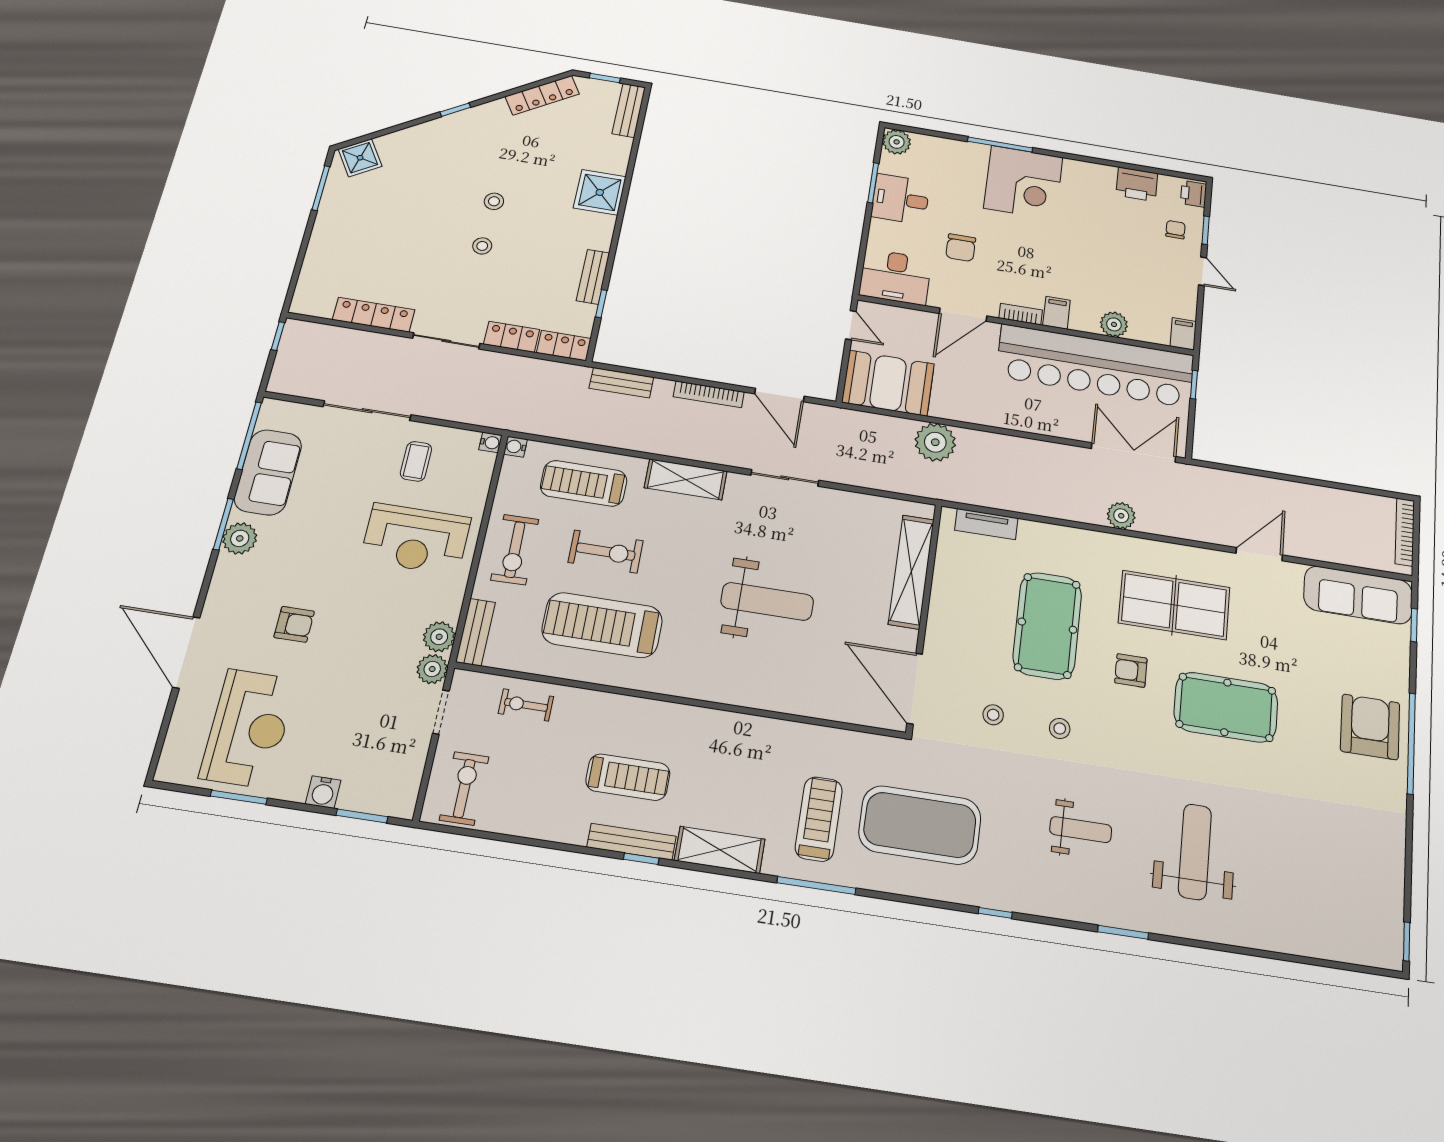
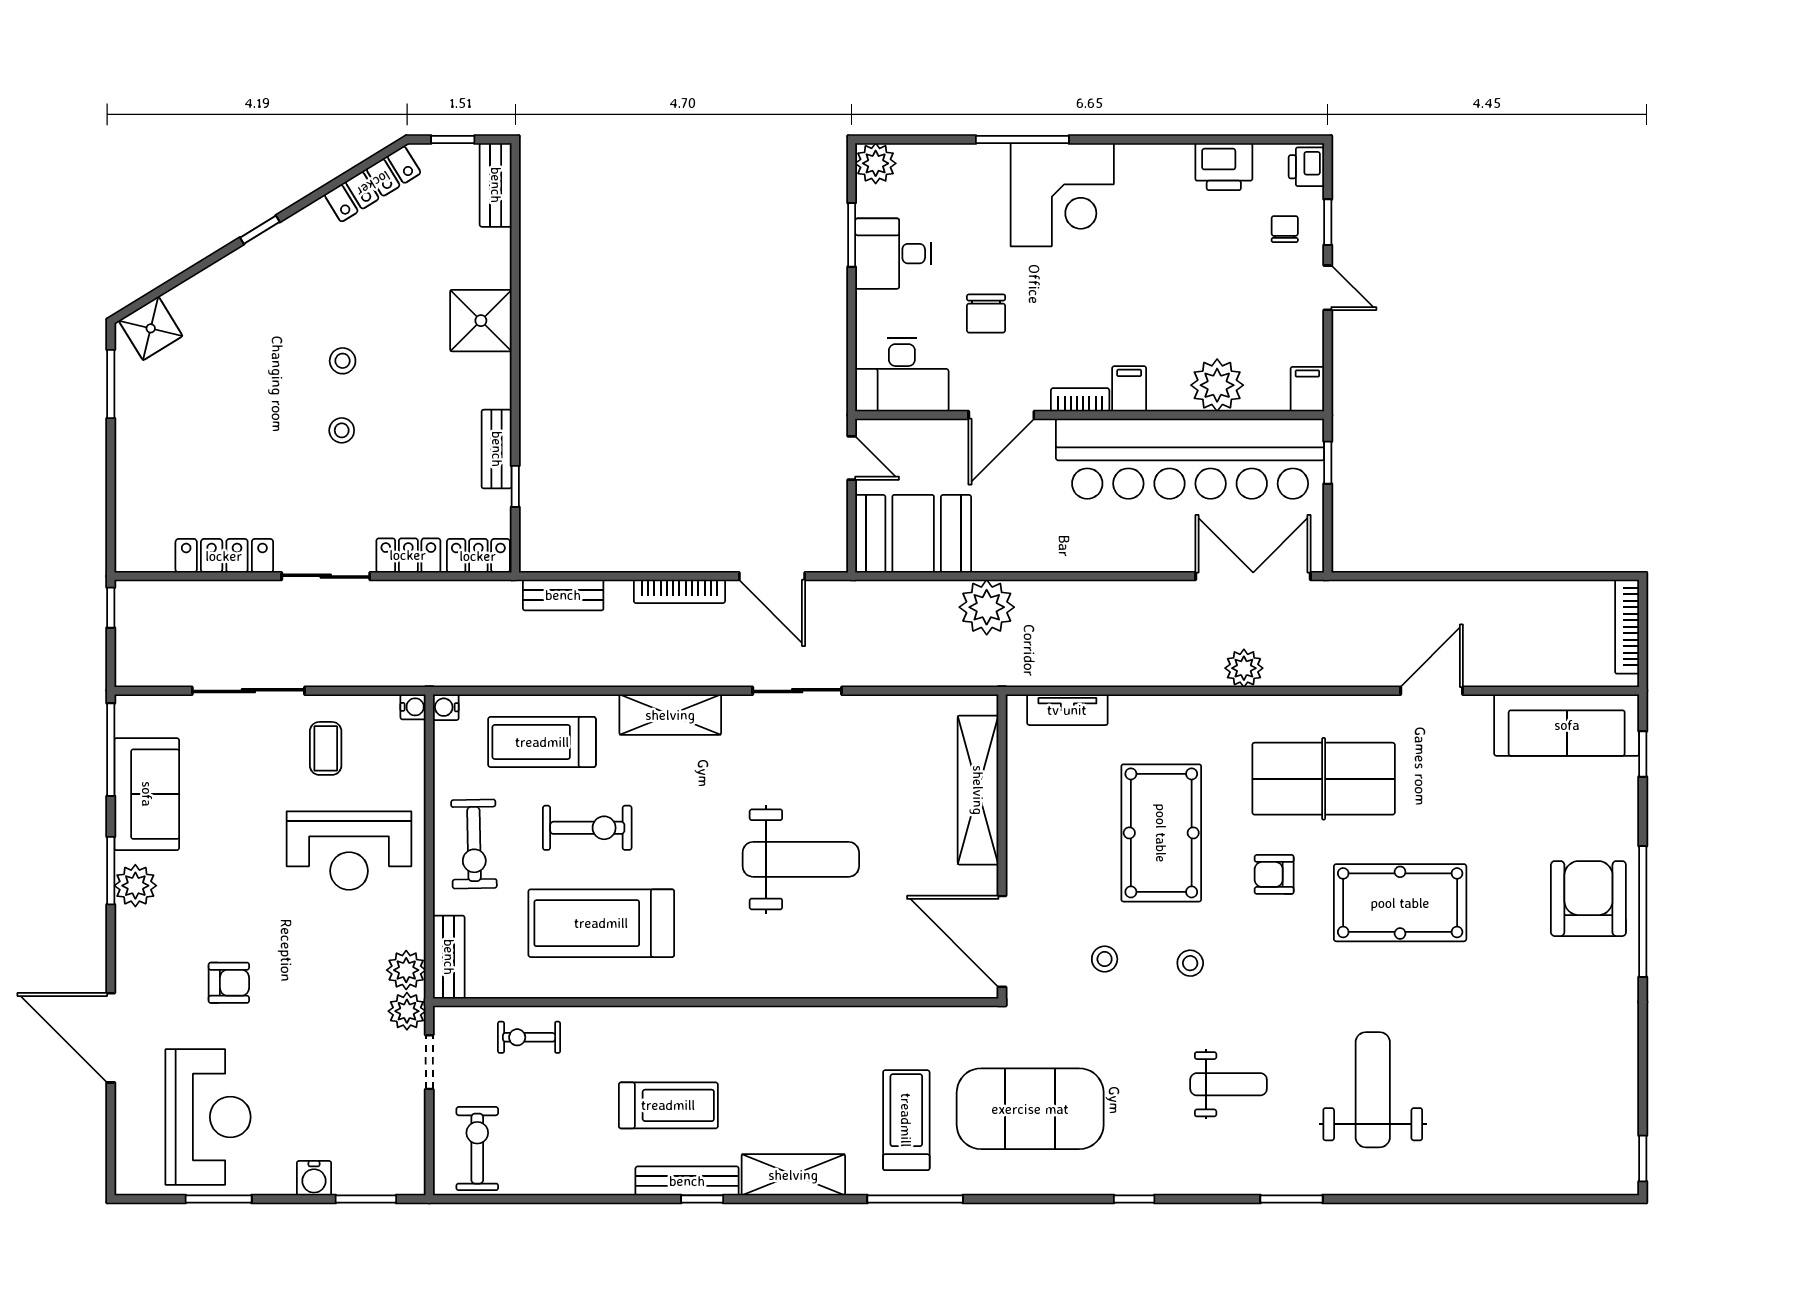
plant: (1114, 324) -> (1217, 385), width x1.36, depth x1.36

